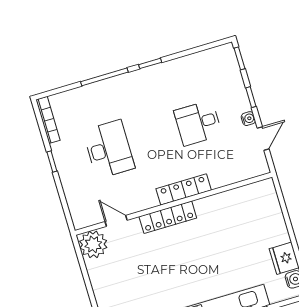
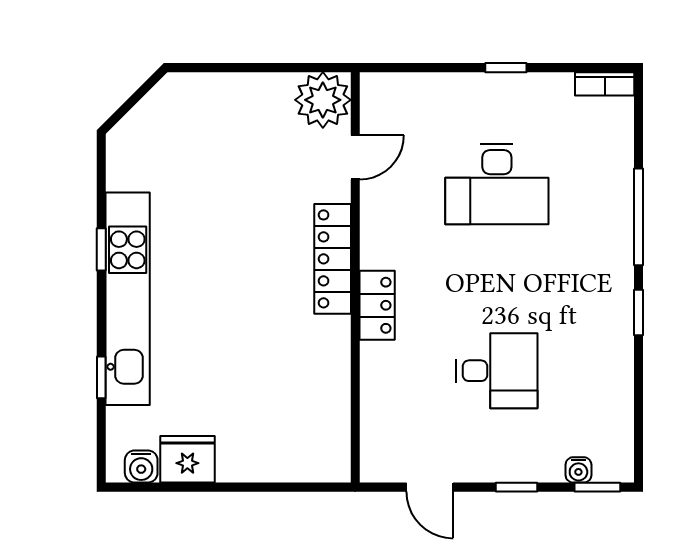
water cooler: (248, 119) -> (578, 470), moved
bookcase: (48, 120) -> (605, 84), width x0.64
desk: (198, 123) -> (497, 371), turned 90
locker: (184, 189) -> (377, 305), width x0.66

